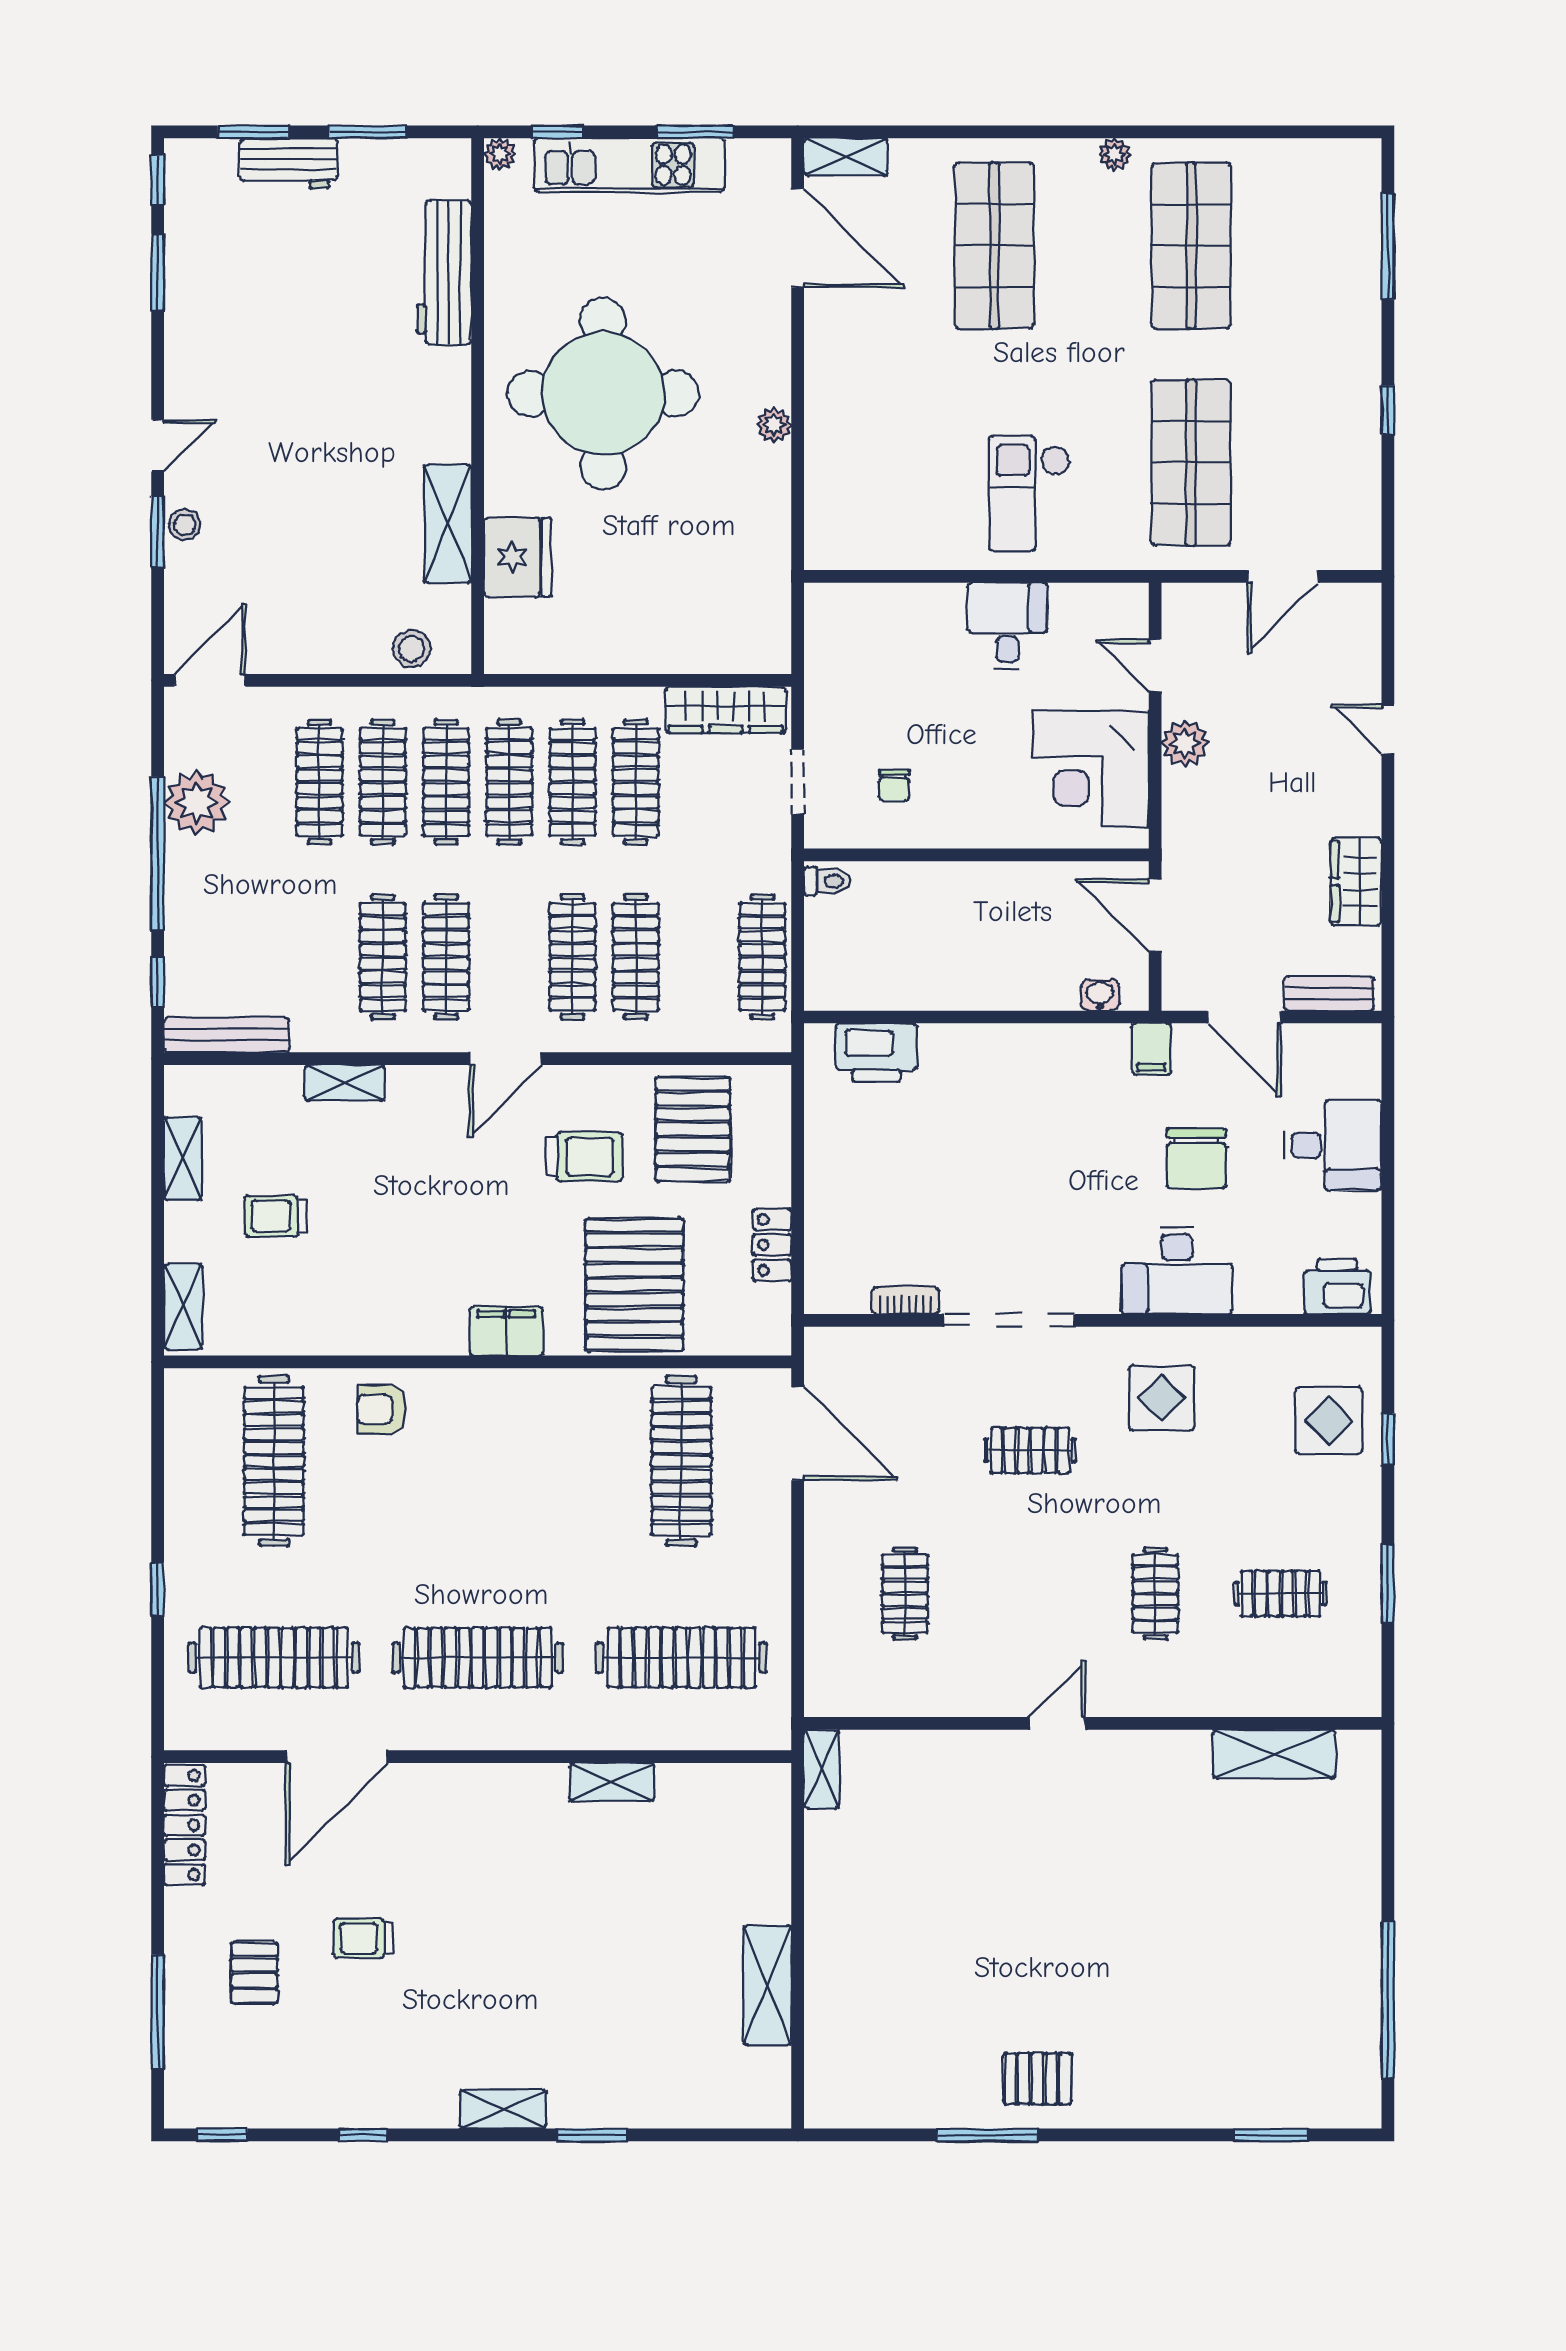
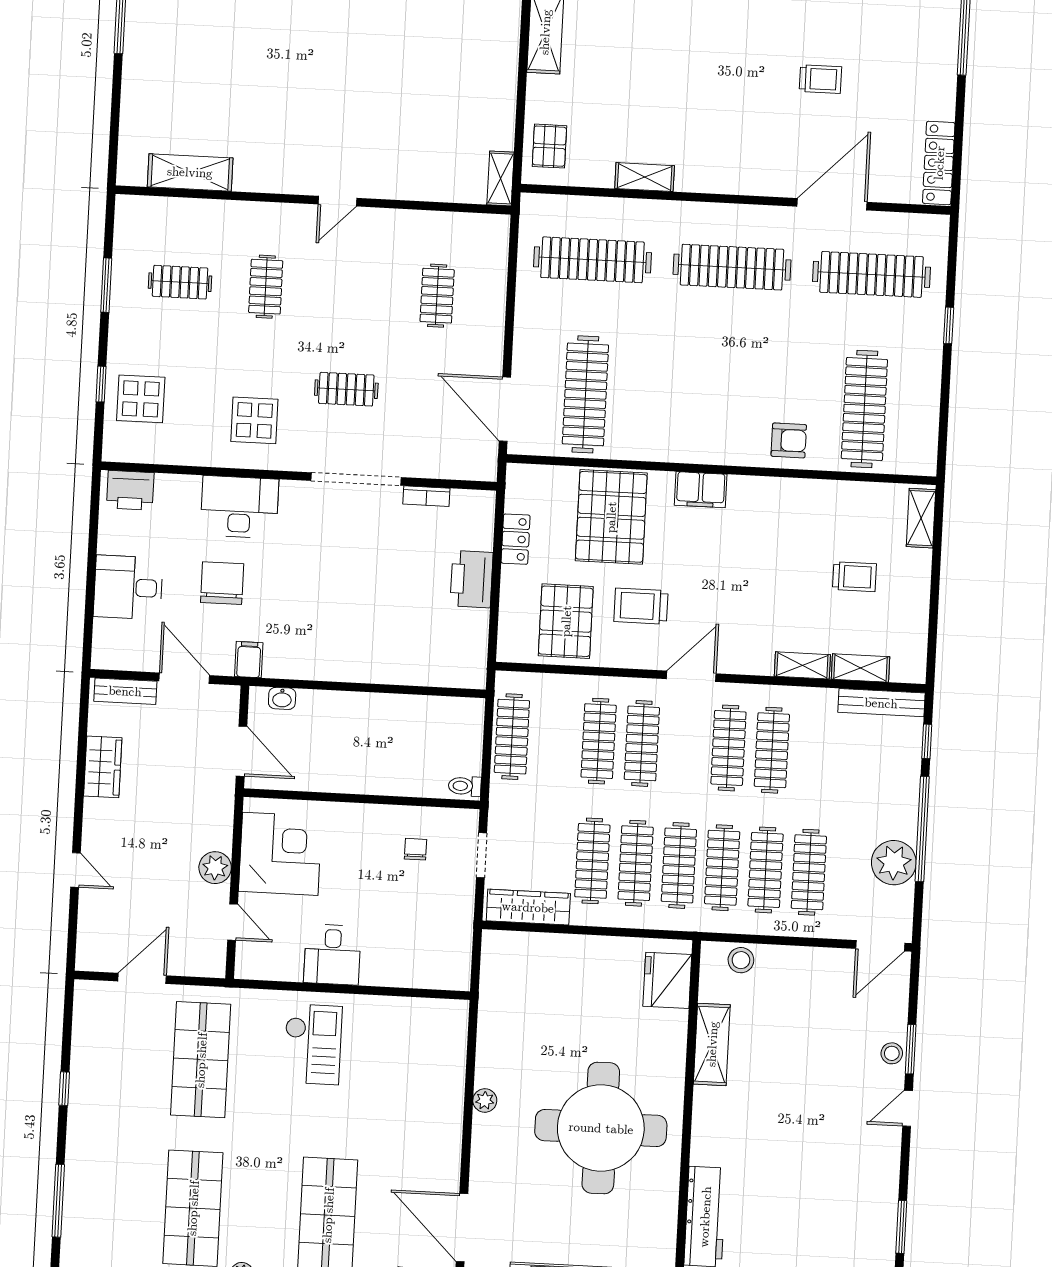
fridge: (517, 557) -> (667, 980), moved
printer: (876, 1053) -> (472, 579), moved, turned -90
shelving: (183, 1159) -> (861, 668), moved, turned 90
pallet: (254, 1973) -> (549, 146), moved

